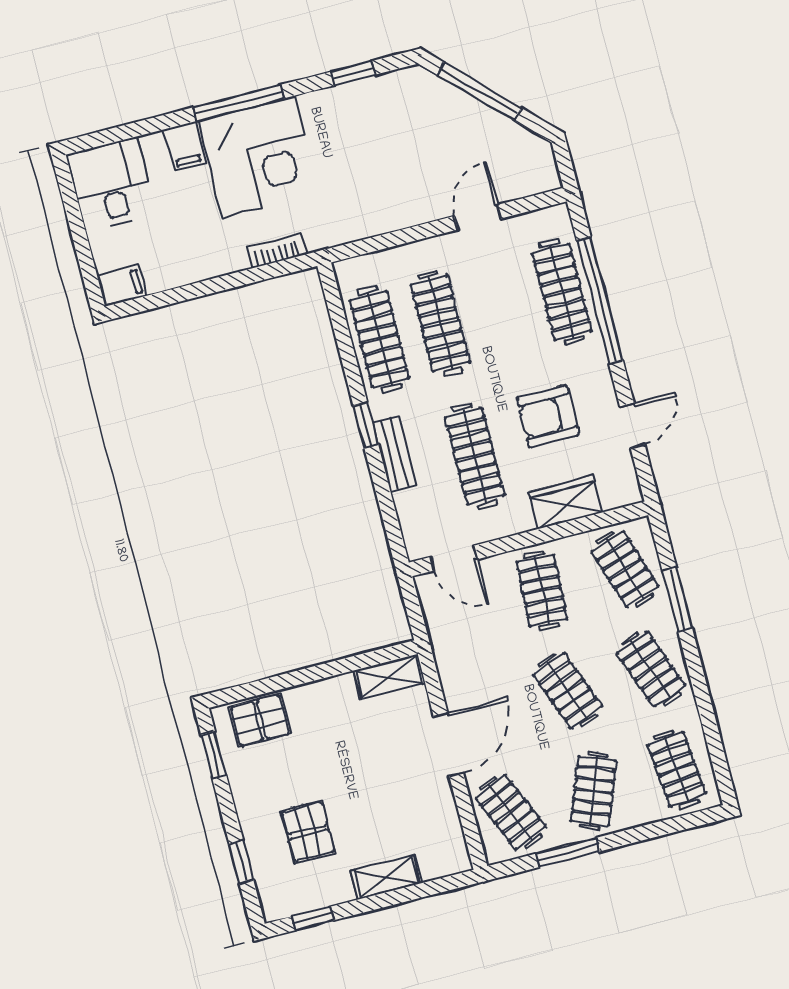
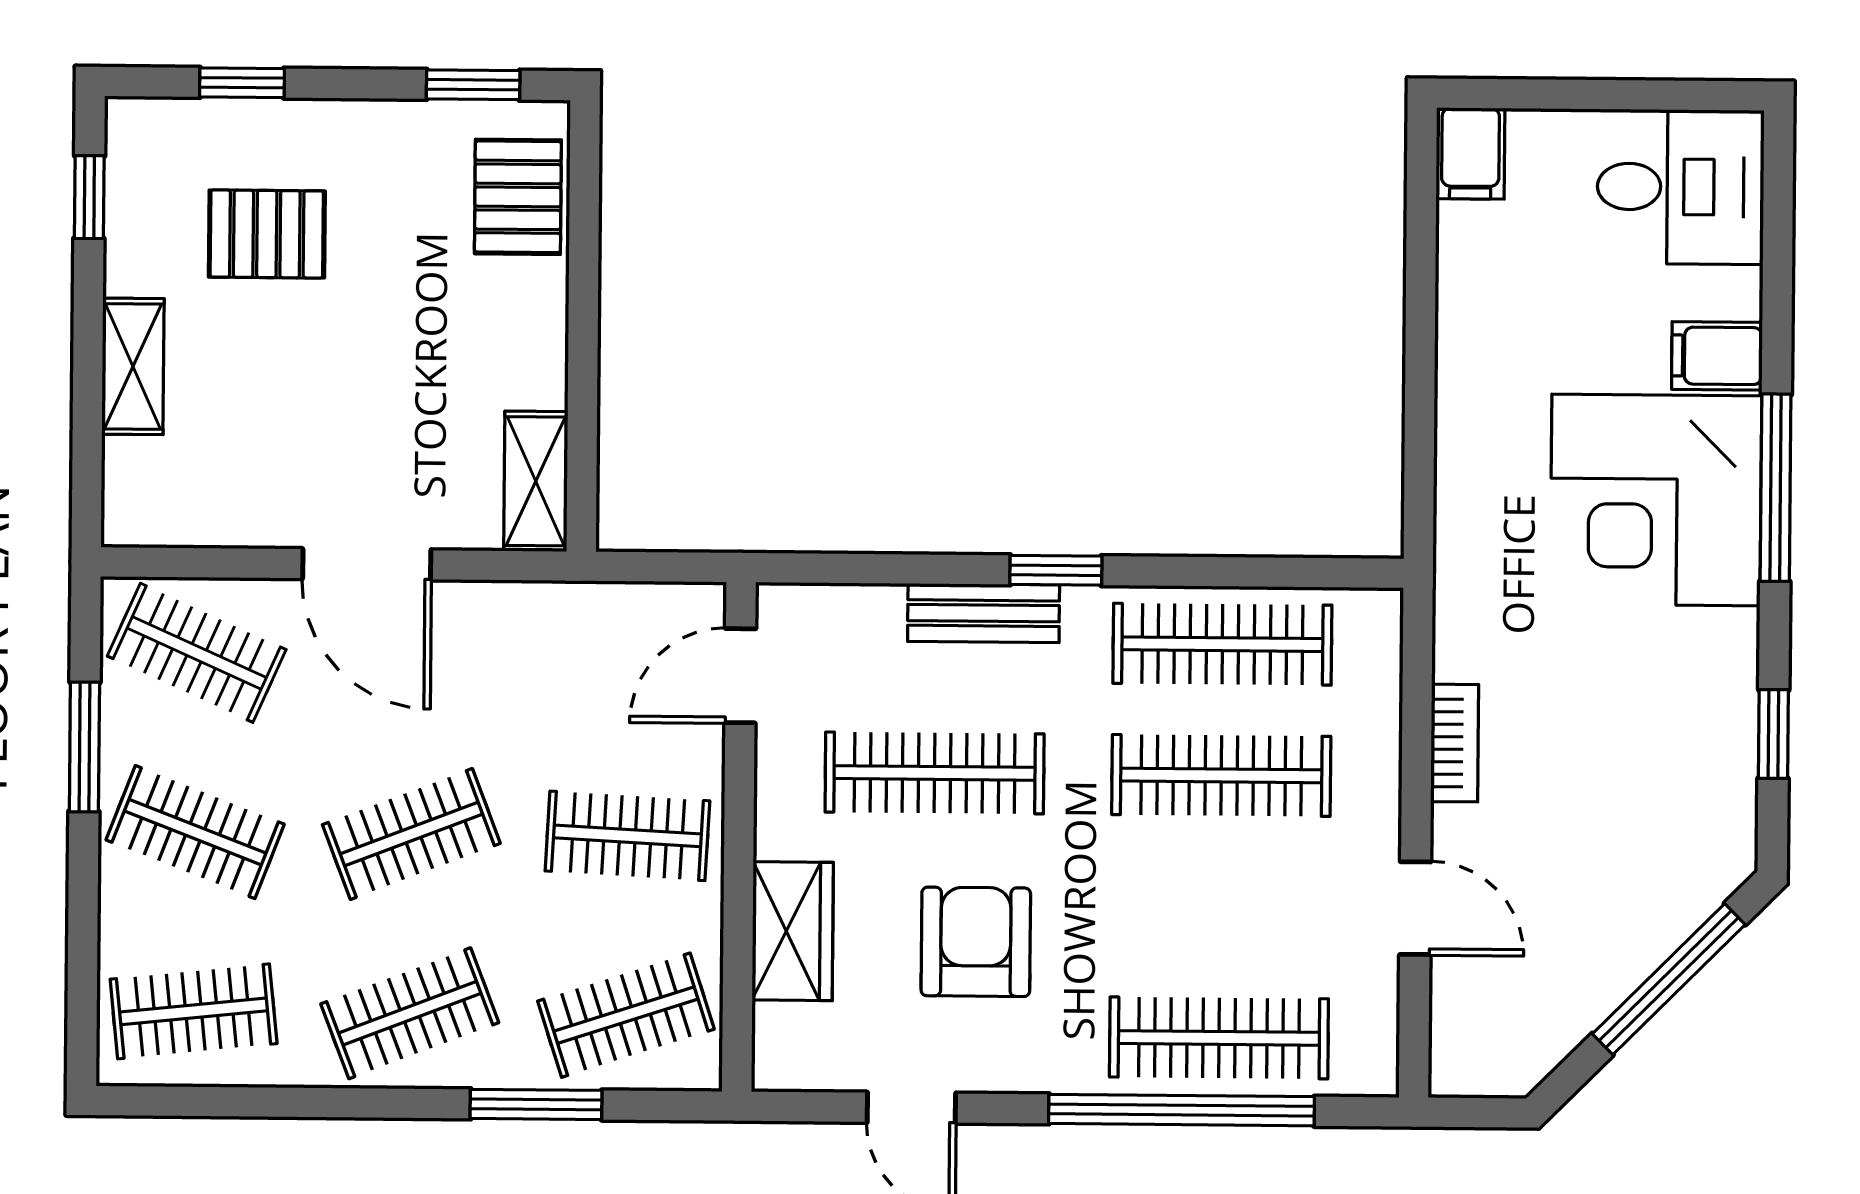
bookcase: (277, 250) -> (1455, 743), moved
clothes rail: (510, 812) -> (197, 653), turned 48

